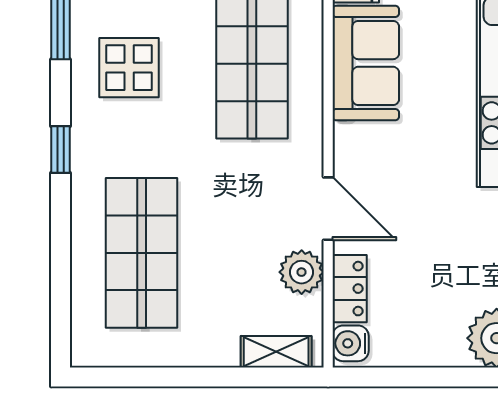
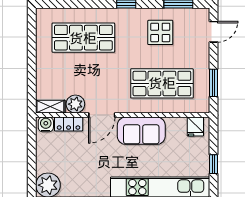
sofa: (366, 63) -> (141, 131), moved
shelving: (276, 352) -> (50, 107), moved, turned 90

